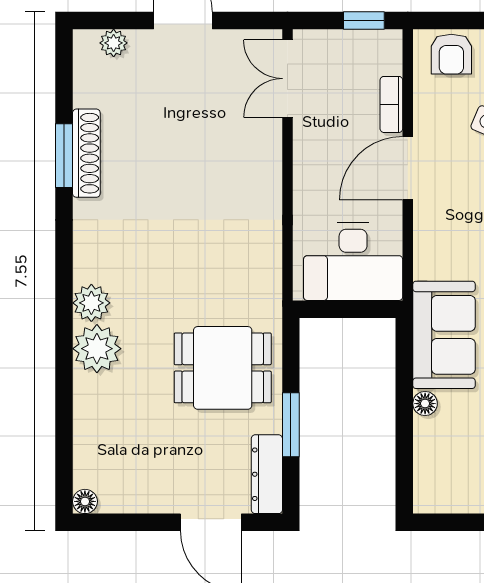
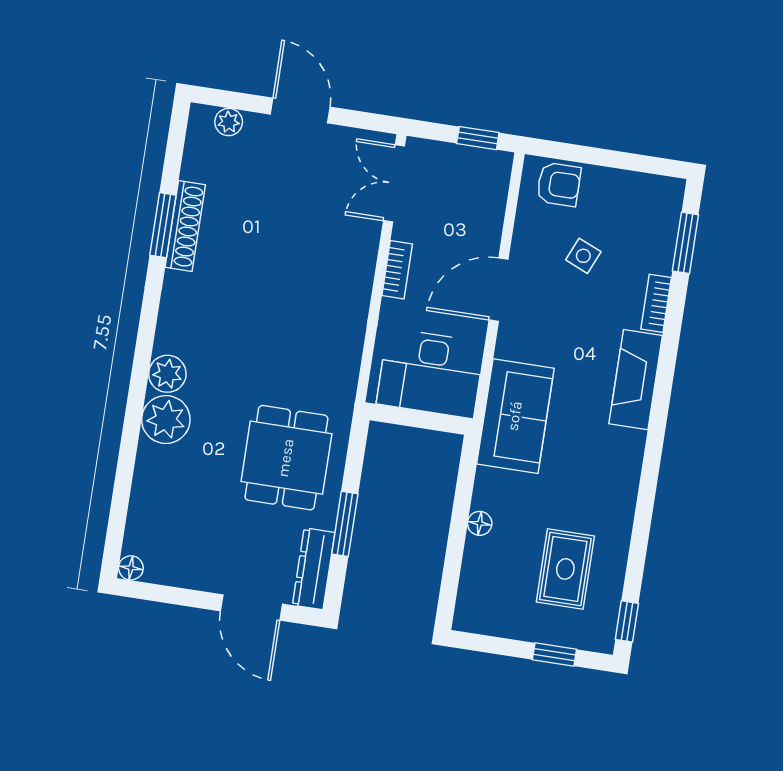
armchair: (451, 54) -> (559, 184), turned -90
bookcase: (391, 104) -> (397, 270), moved, turned 180
sofa: (444, 335) -> (515, 416), moved
dining table: (223, 368) -> (286, 458), turned 90

